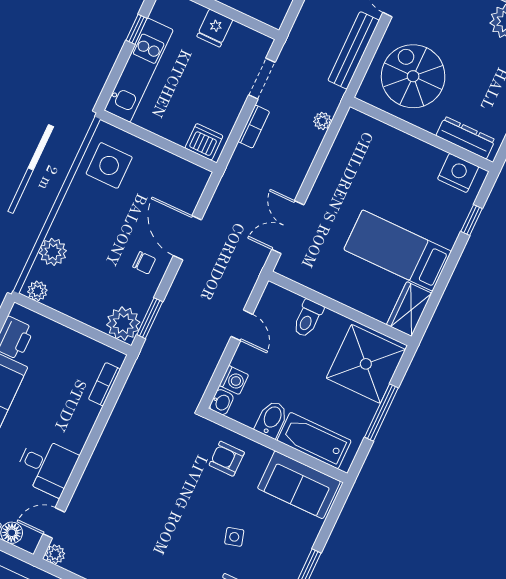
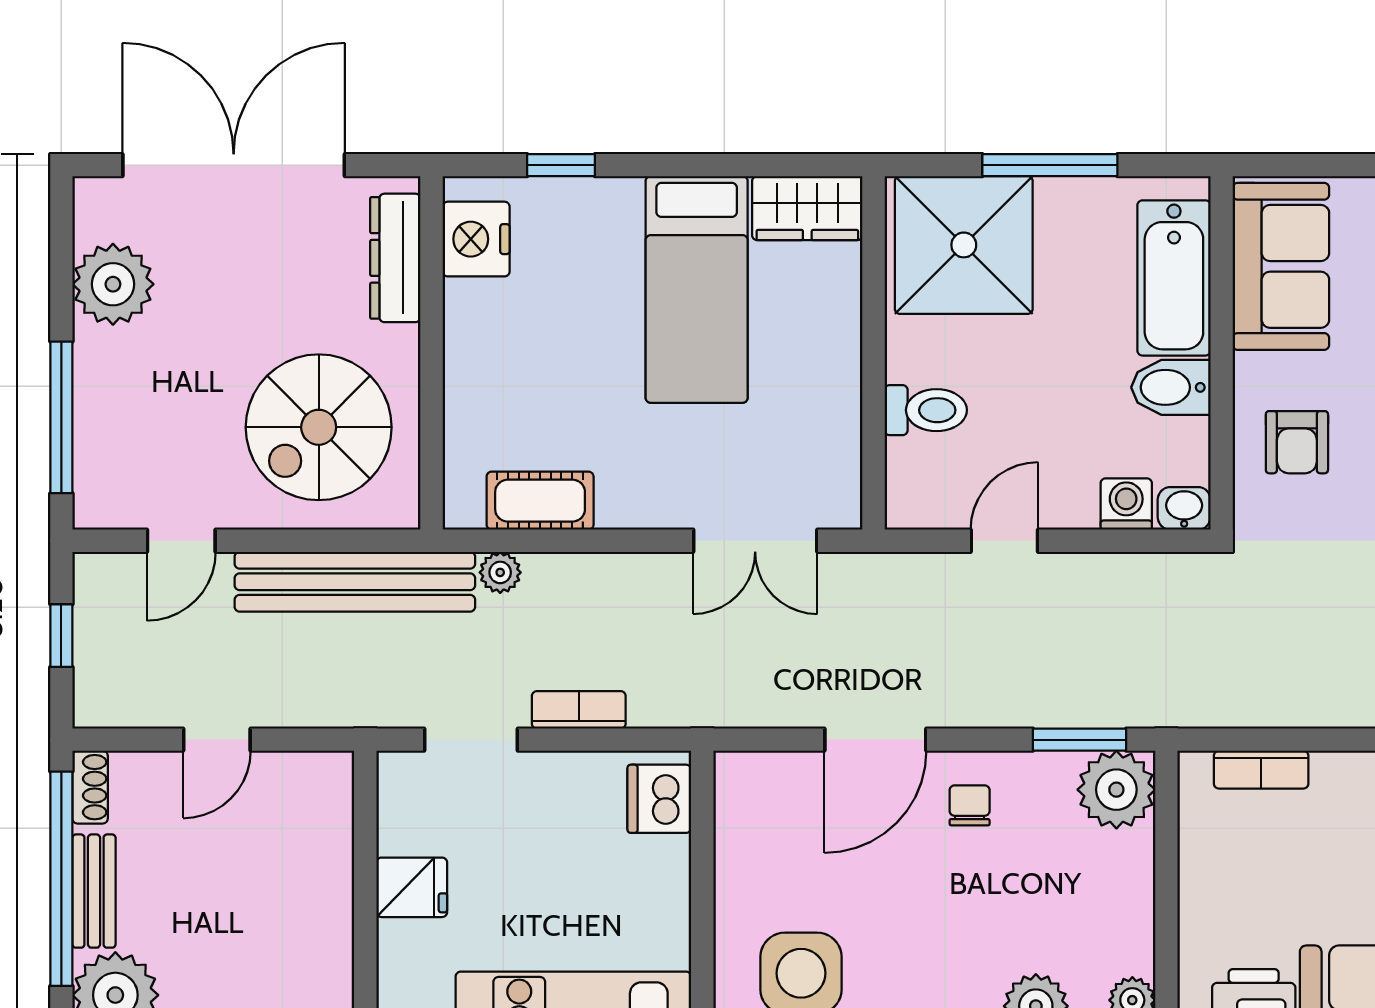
bench: (354, 50) -> (355, 582), width x1.37, depth x1.21
cot: (343, 150) -> (540, 501), added

